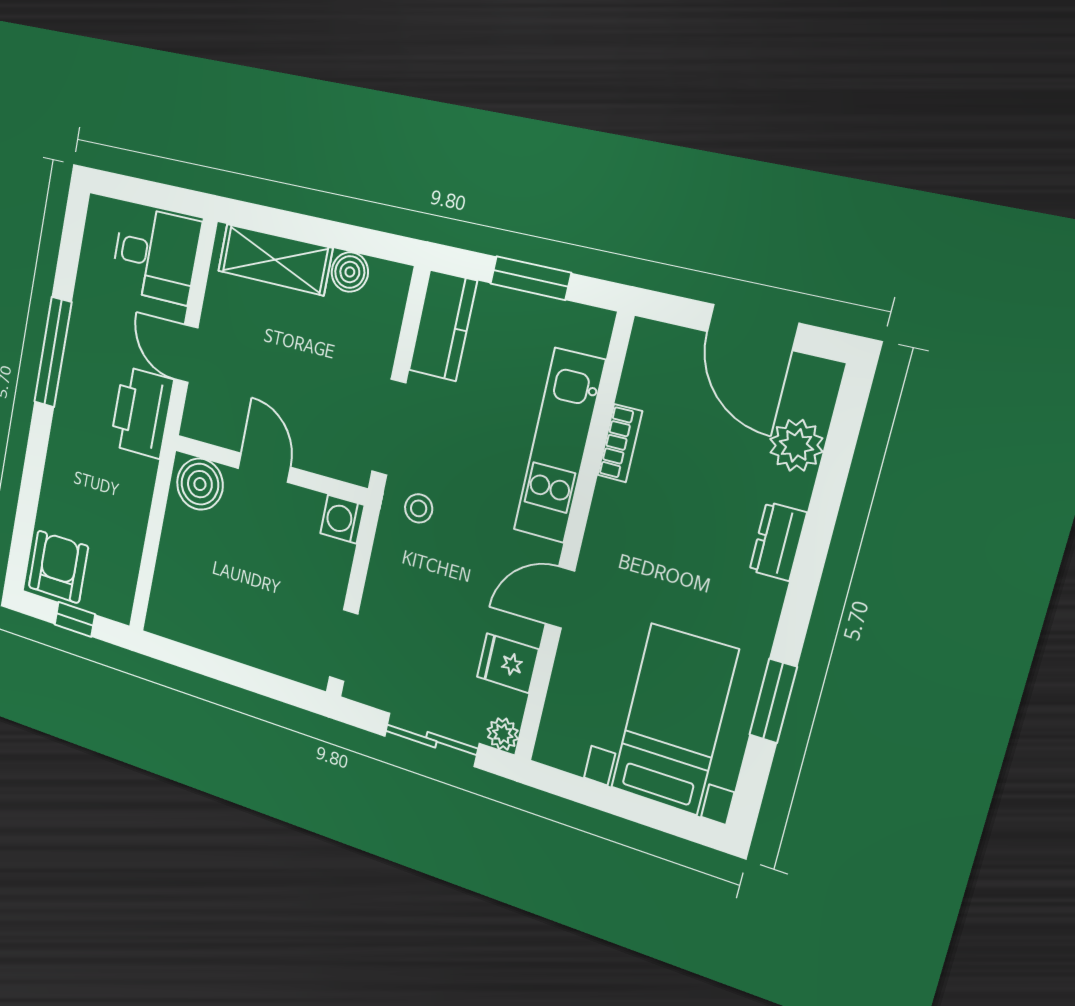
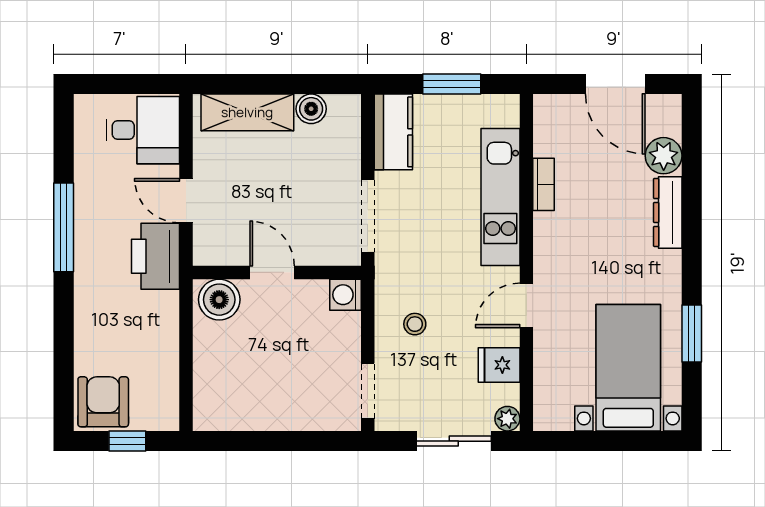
stool: (419, 508) -> (415, 324), moved
dresser: (778, 541) -> (668, 212), width x1.44

